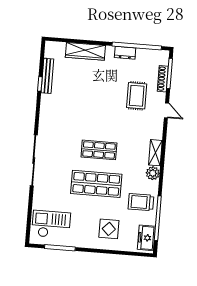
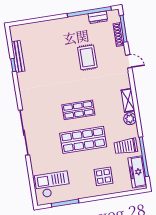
wardrobe: (85, 51) -> (46, 27), removed
dresser: (125, 53) -> (98, 17), moved
rug: (137, 96) -> (87, 57), moved
freezer: (146, 238) -> (137, 172), width x1.40

